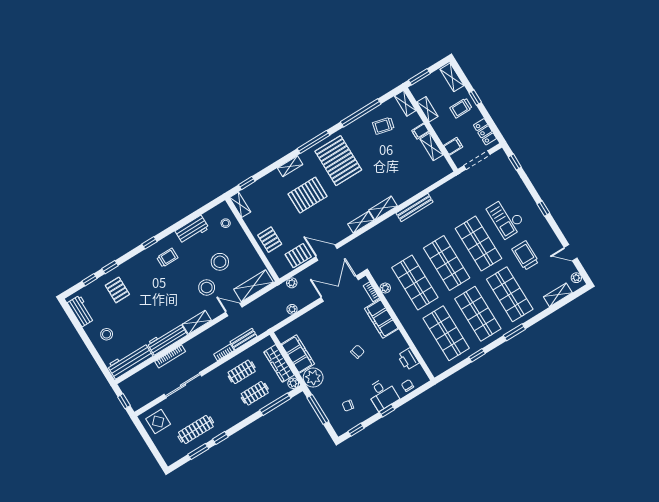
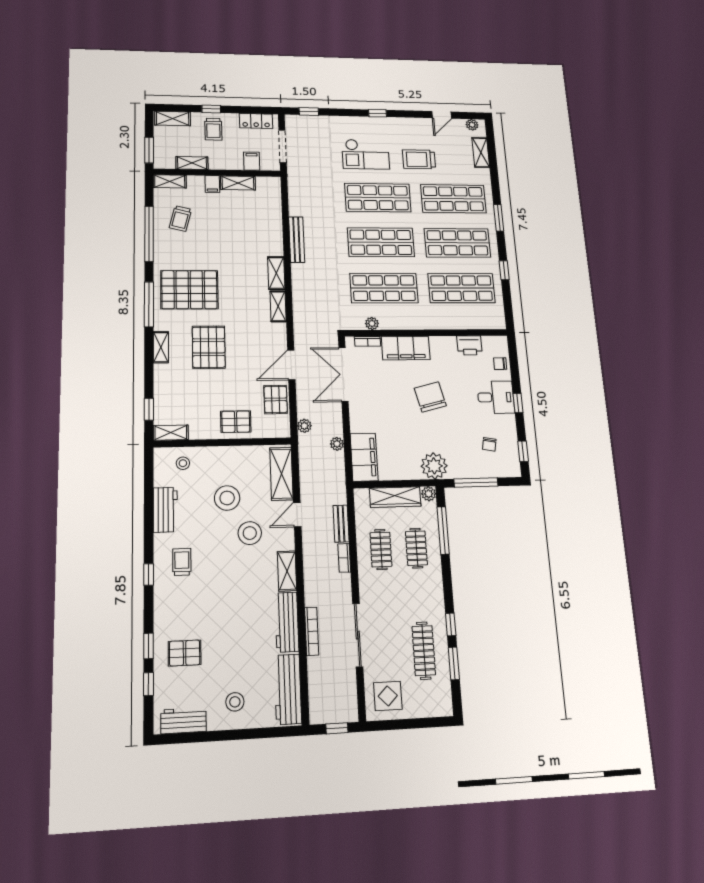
chair: (357, 352) -> (430, 397), width x1.87, depth x1.87
filing cabinet: (298, 354) -> (364, 457), moved, turned 90

